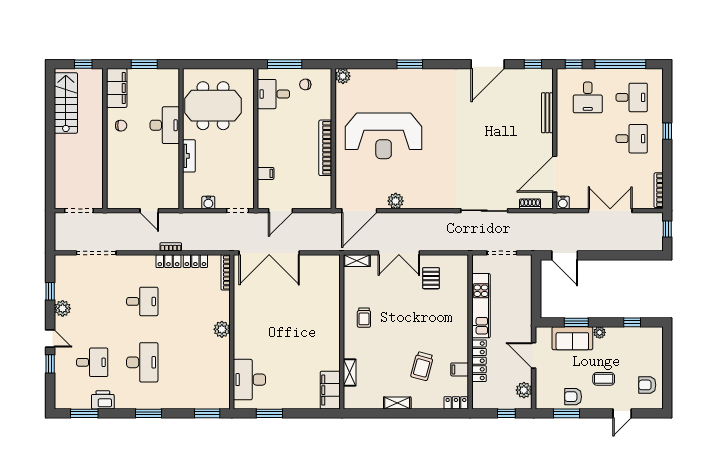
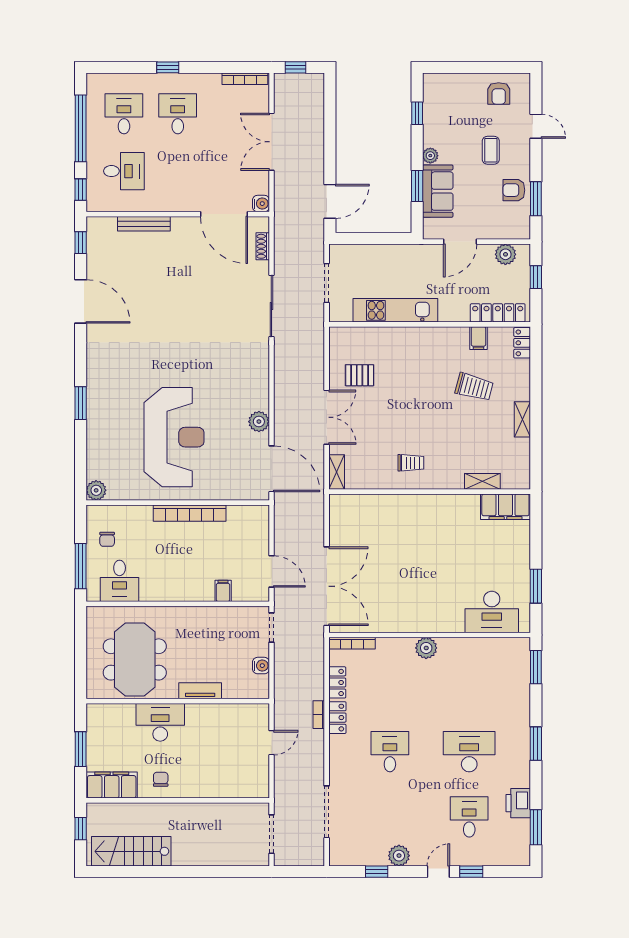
locker: (479, 361) -> (498, 313), moved
armchair: (573, 397) -> (514, 190), turned 90

